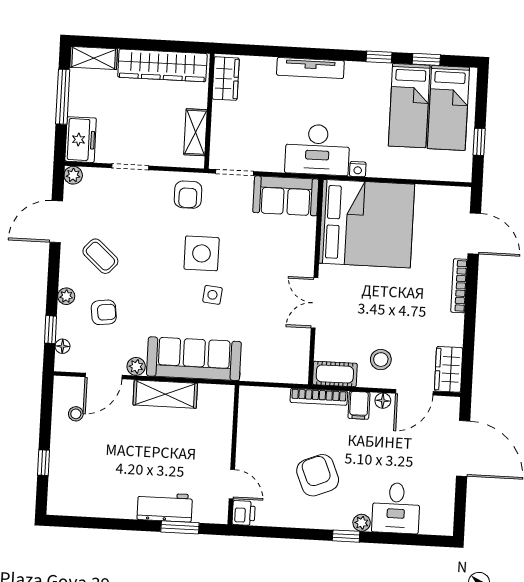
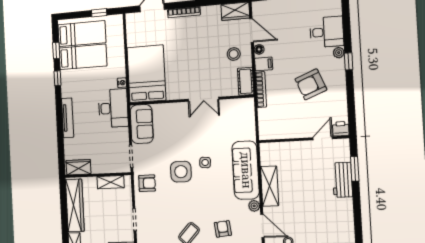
bed: (367, 224) -> (146, 74), width x0.73

